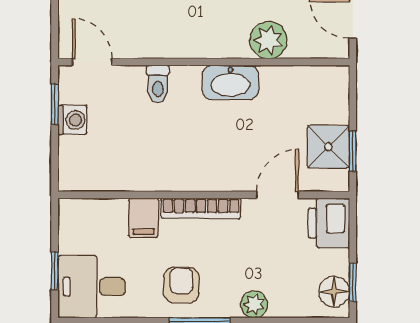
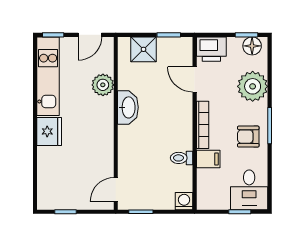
toilet: (158, 84) -> (182, 158), moved, turned 180
washing machine: (73, 120) -> (184, 201), moved
shower: (328, 147) -> (144, 49), moved
plant: (254, 304) -> (253, 86), width x1.87, depth x1.87

